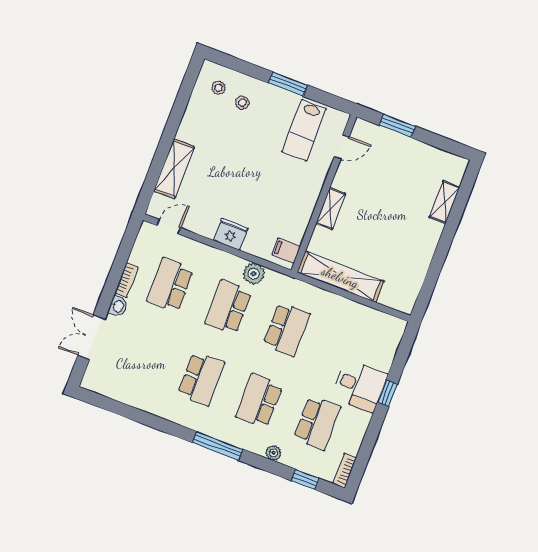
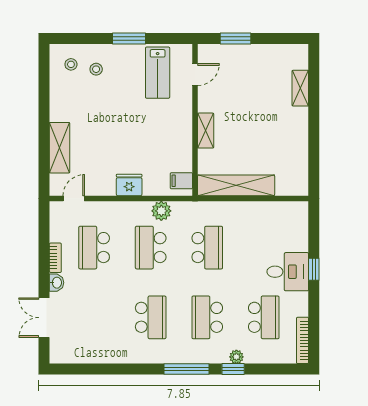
bookcase: (345, 471) -> (303, 340), width x1.56
window: (305, 479) -> (233, 369), moved

